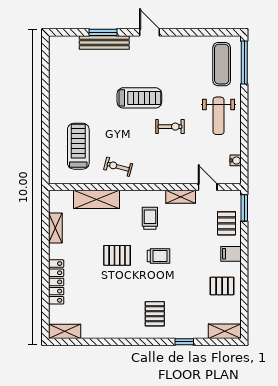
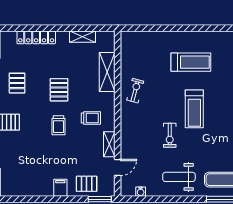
treadmill: (78, 146) -> (191, 62), moved
pallet: (222, 286) -> (17, 83), moved

